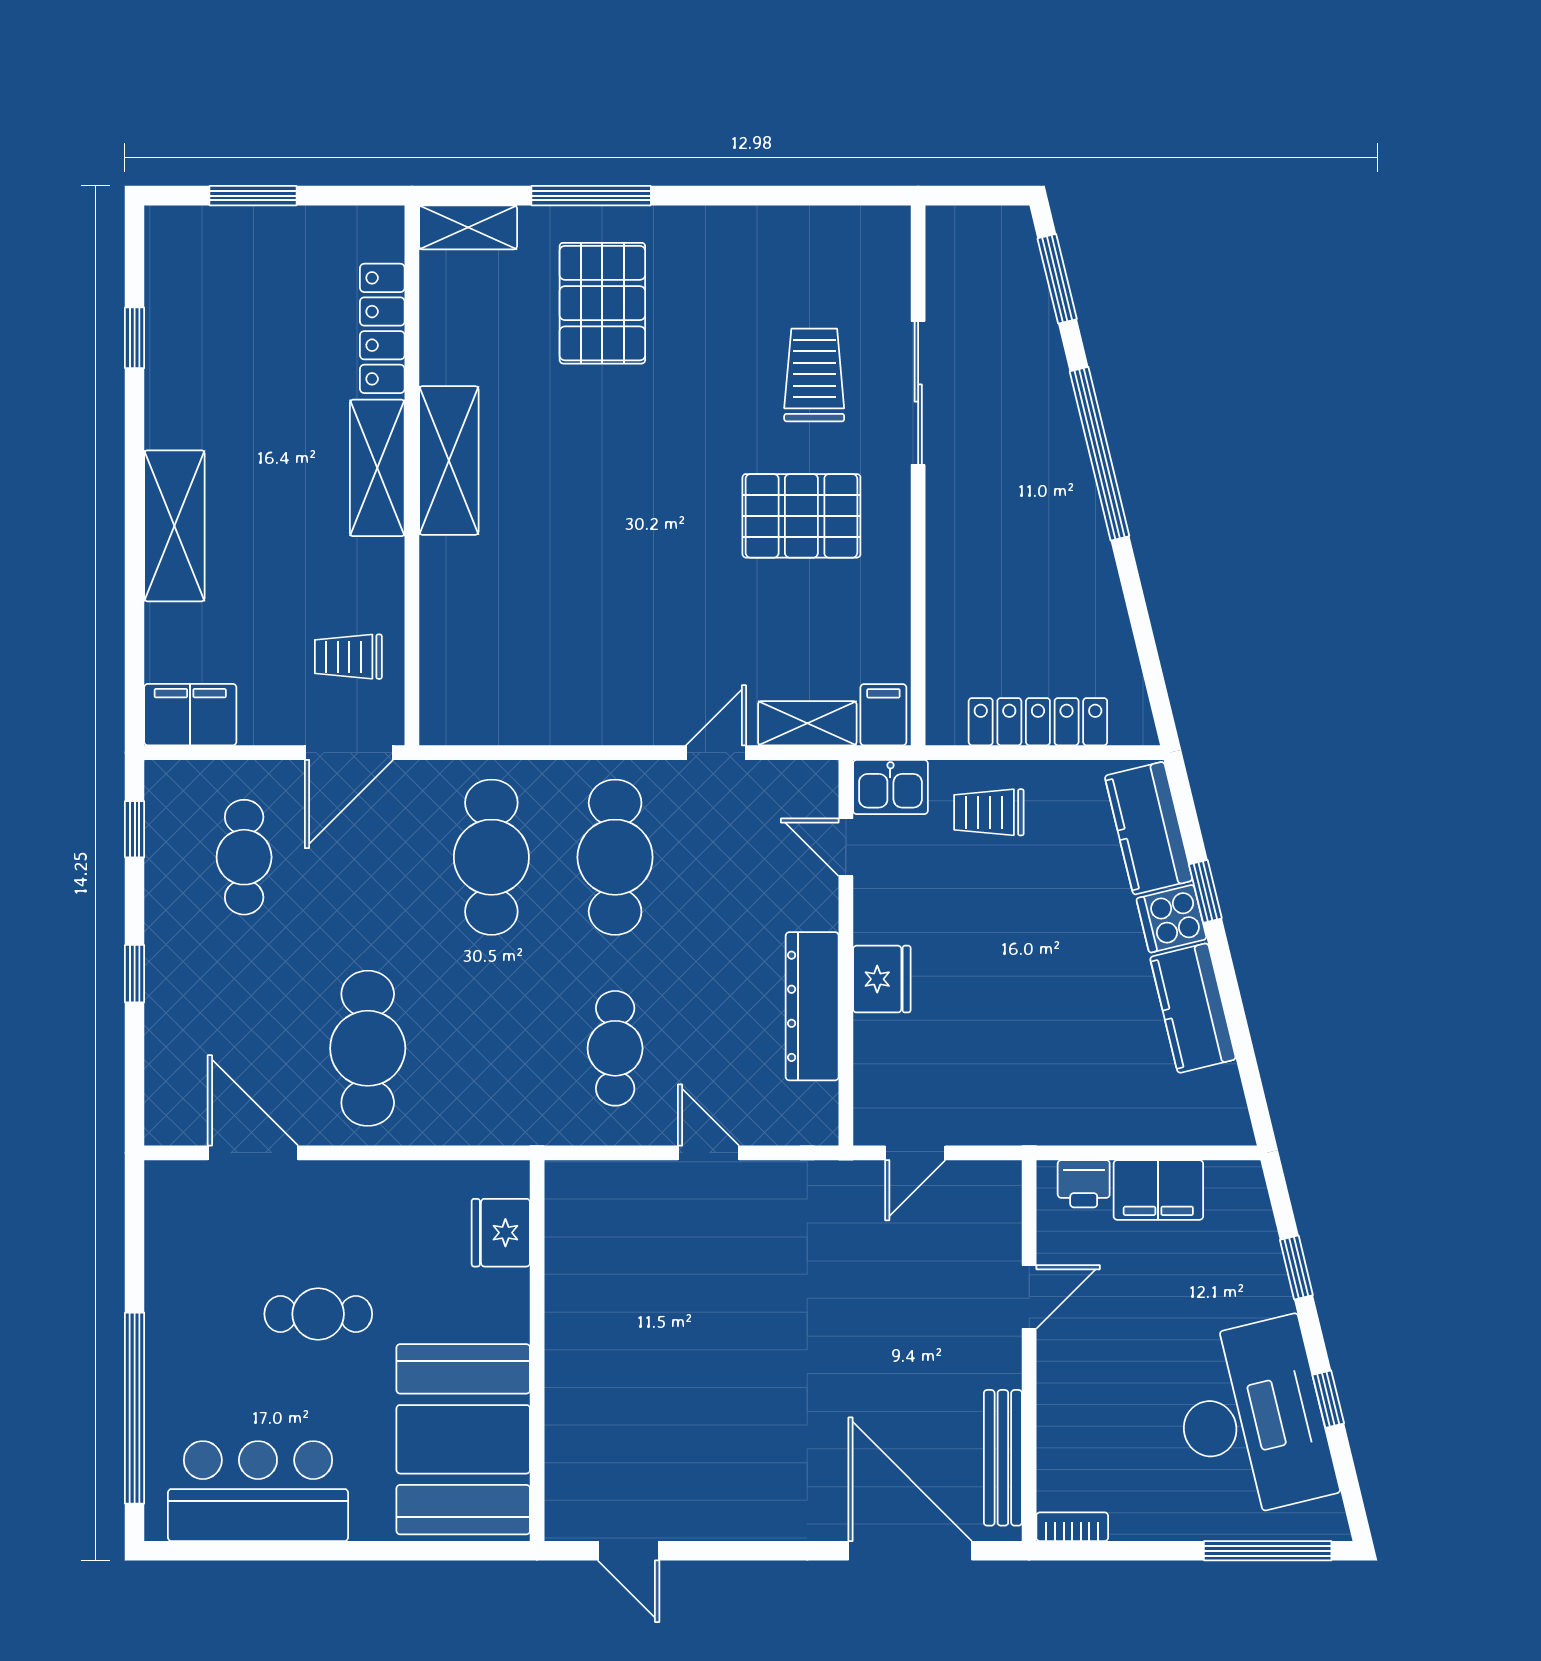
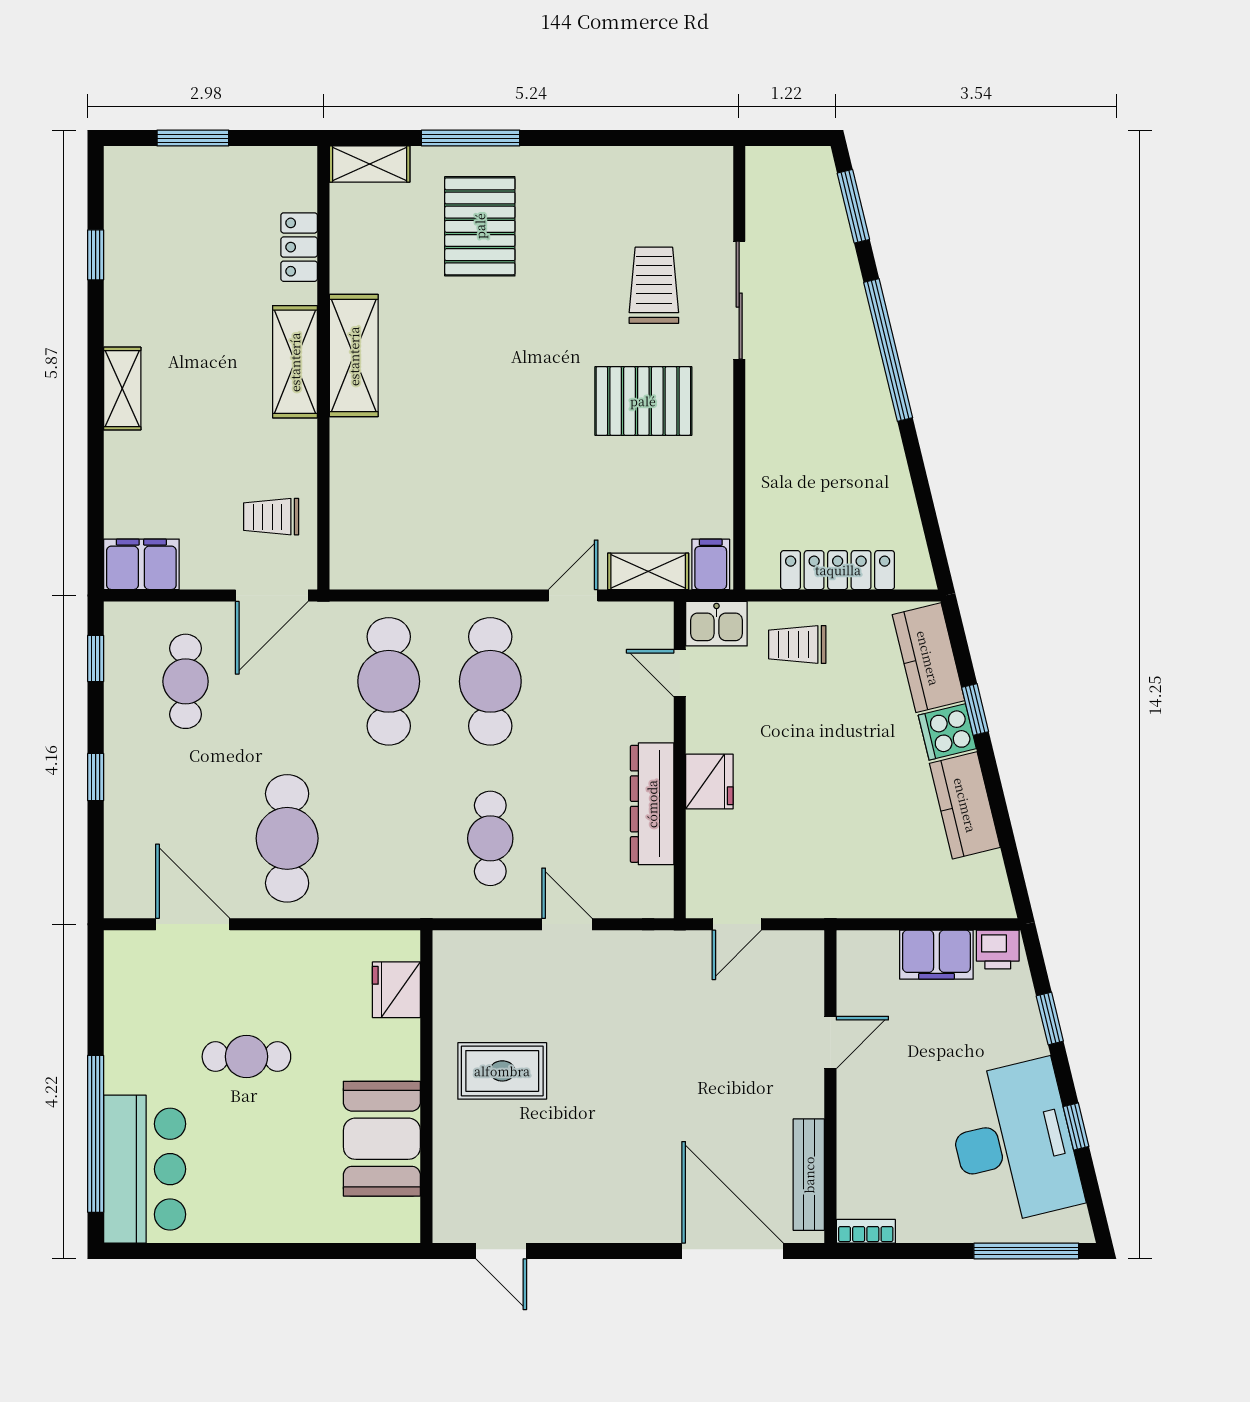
locker: (382, 328) -> (299, 247), width x0.66
shelving: (174, 526) -> (122, 389), width x0.67, depth x0.75
printer: (1084, 1184) -> (998, 950), moved
rug: (630, 1331) -> (502, 1071), added
booth: (463, 1439) -> (382, 1139), width x0.73, depth x0.70
bar counter: (258, 1491) -> (145, 1169), moved, turned 90

